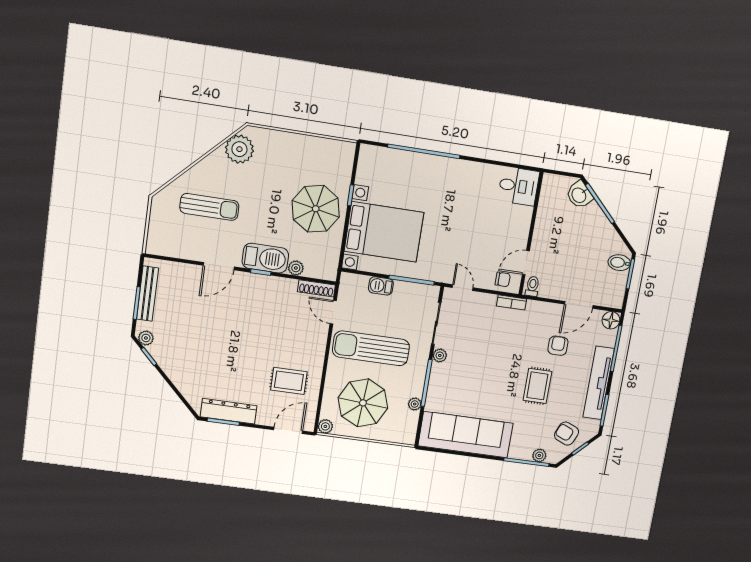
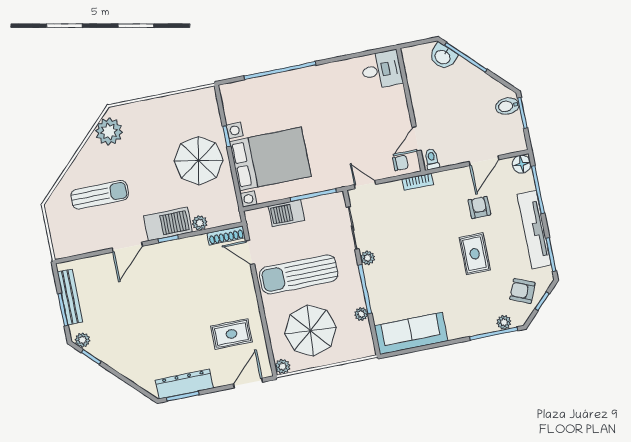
barbecue: (381, 286) -> (287, 213), width x1.38, depth x1.27
sofa: (466, 435) -> (411, 333), width x0.74, depth x0.79

